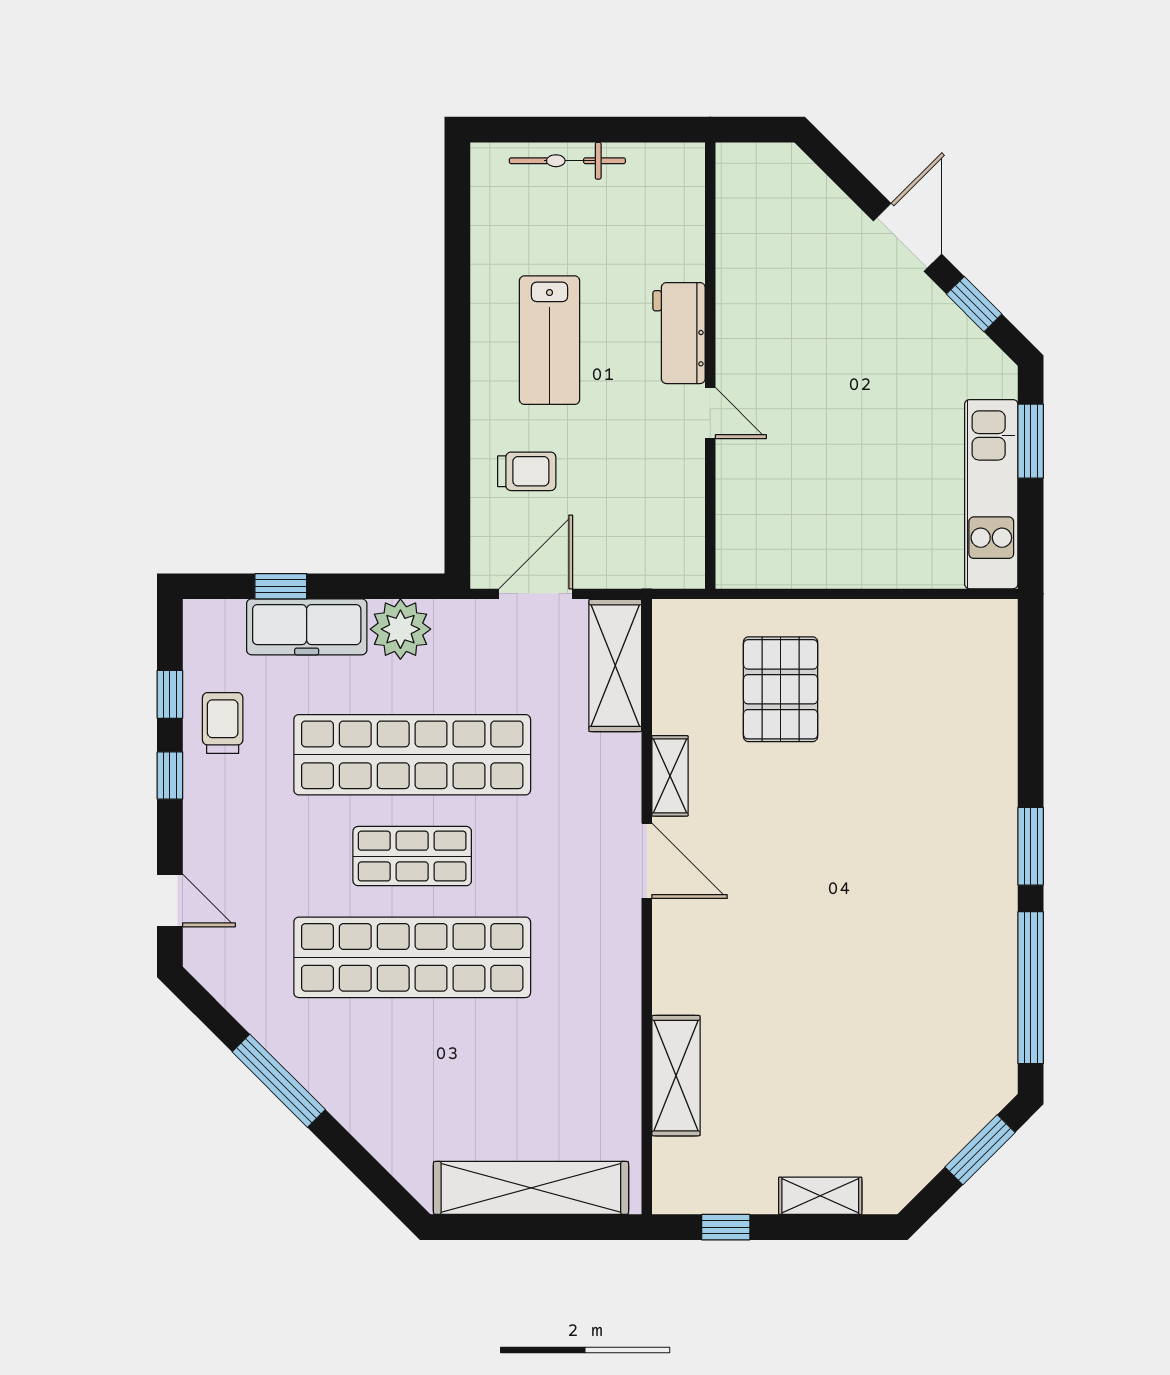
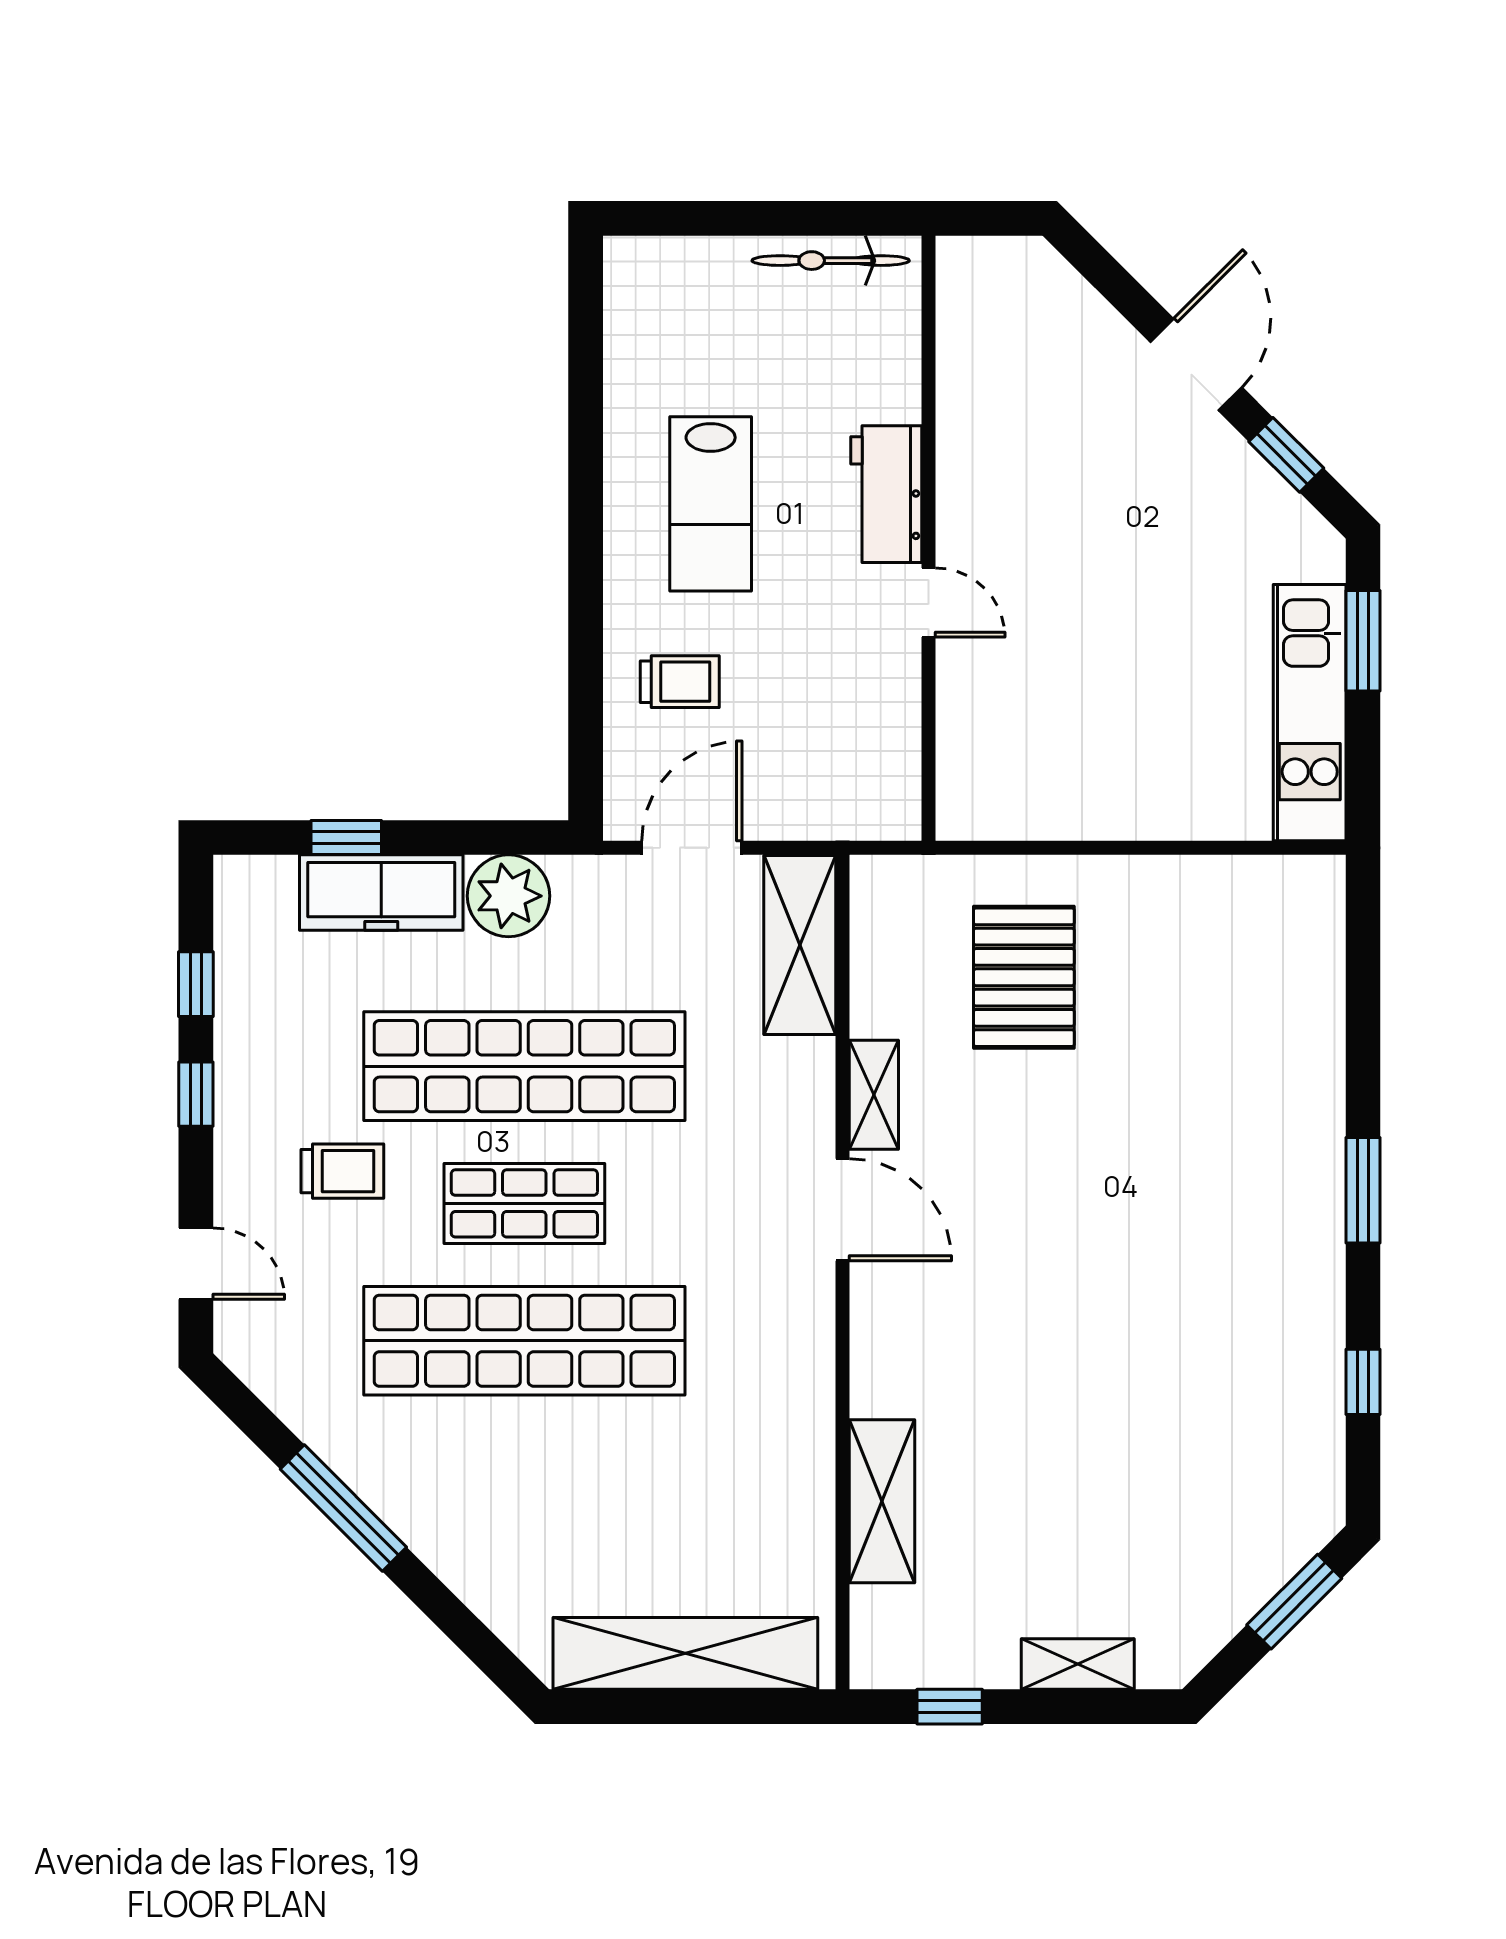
bicycle: (567, 161) -> (831, 261), moved
trolley: (223, 723) -> (342, 1171), moved, turned 90
window: (1031, 988) -> (1363, 1382), width x0.32

